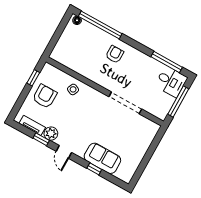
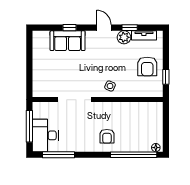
desk: (171, 82) -> (45, 135), width x1.37
side table: (73, 89) -> (110, 86), moved

